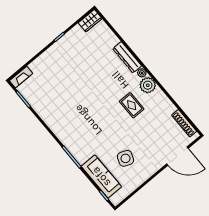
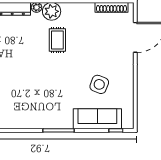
rug: (132, 105) -> (57, 40), turned 90

